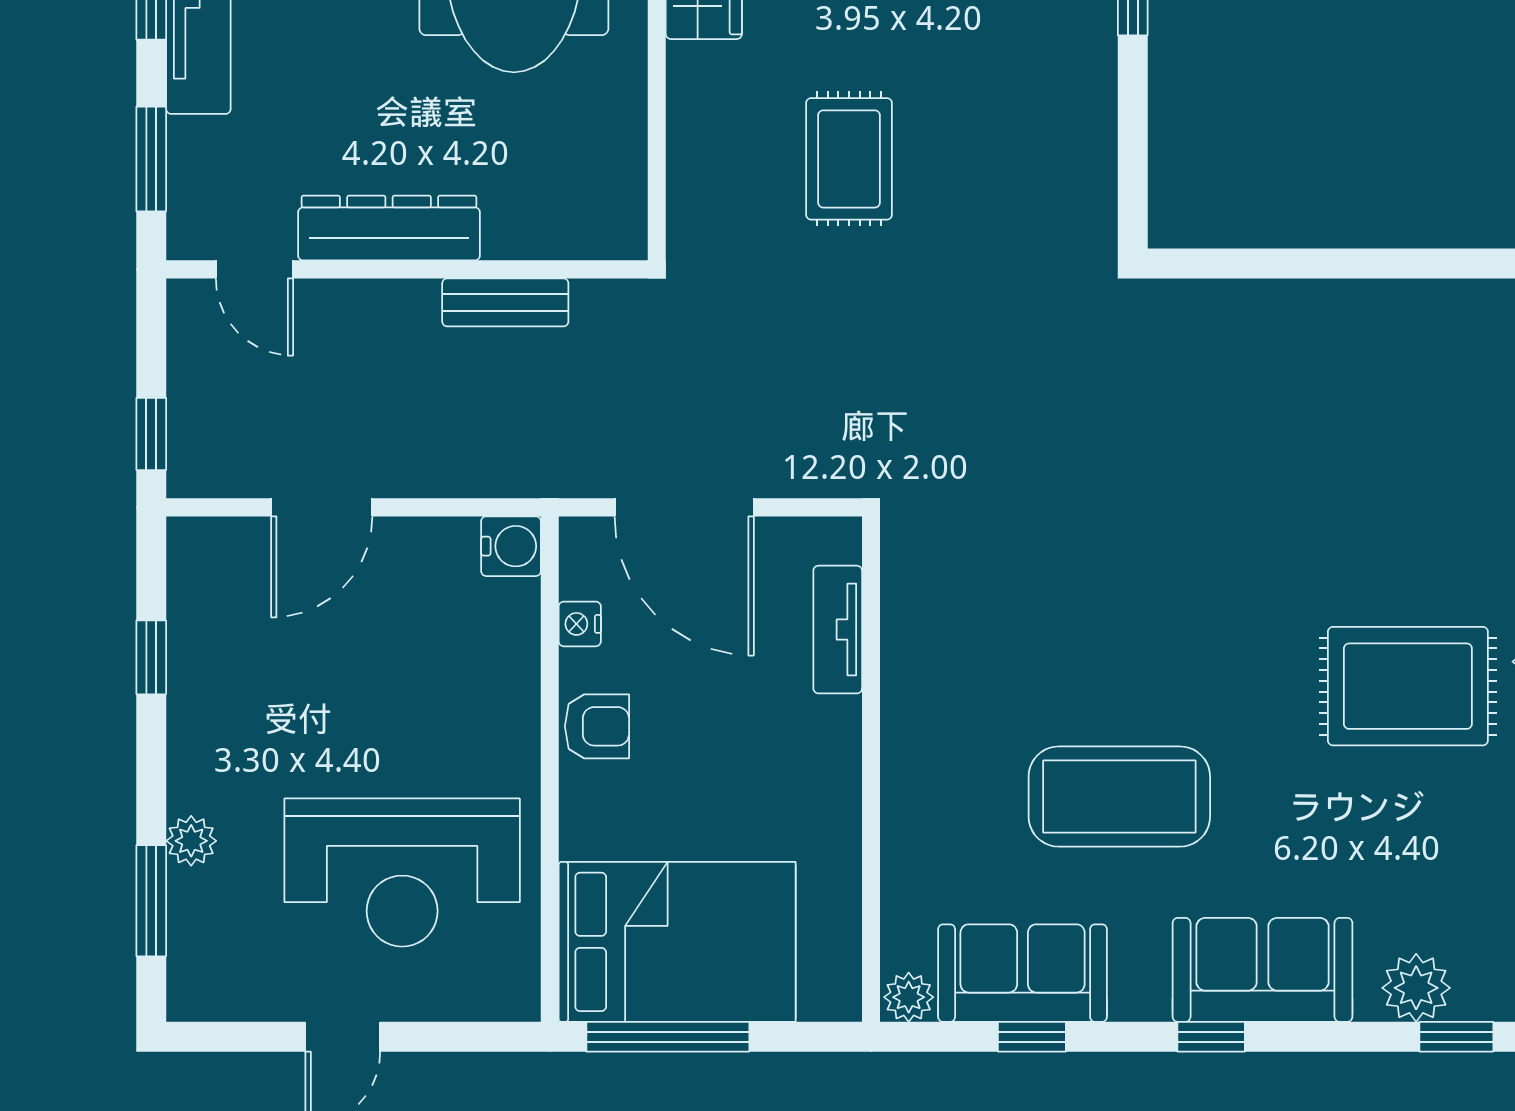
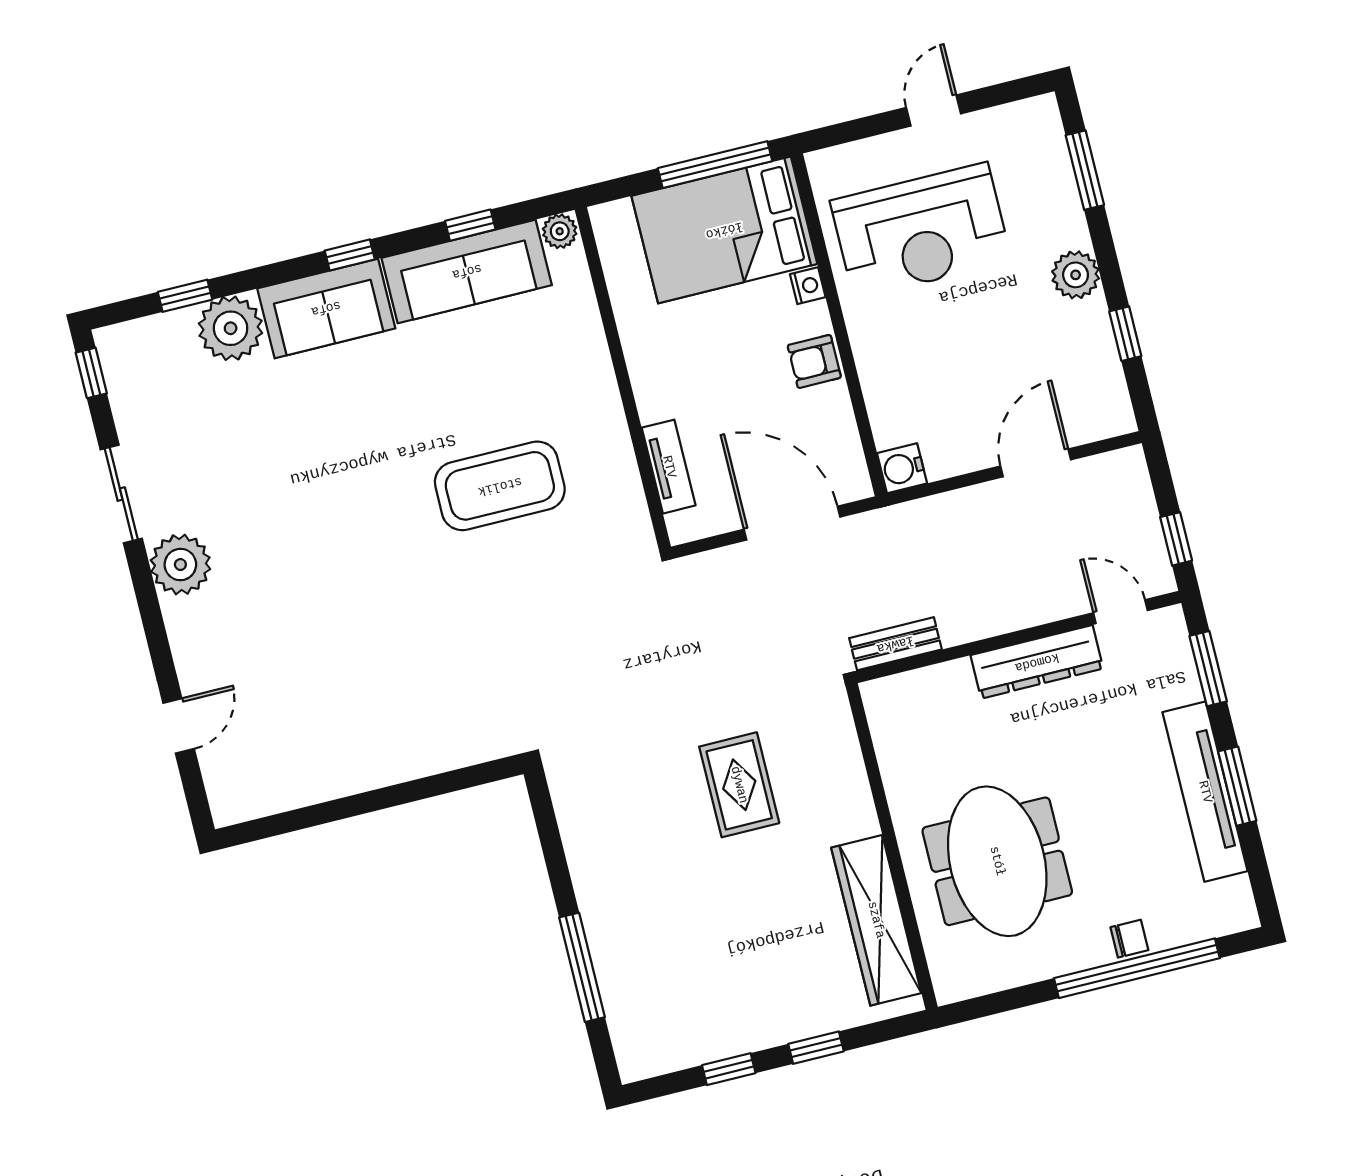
bench: (505, 302) -> (895, 644), moved
window: (151, 434) -> (1176, 539), moved
nightstand: (580, 624) -> (808, 286), moved
rug: (1408, 686) -> (276, 523), removed
coffee table: (1119, 797) -> (500, 486), moved
plant: (191, 841) -> (1076, 275), moved, width x1.38, depth x1.38
reception desk: (402, 873) -> (921, 231), turned 180
sofa: (1023, 973) -> (467, 271), width x1.36
plant: (1416, 988) -> (231, 328), width x1.36, depth x1.36

